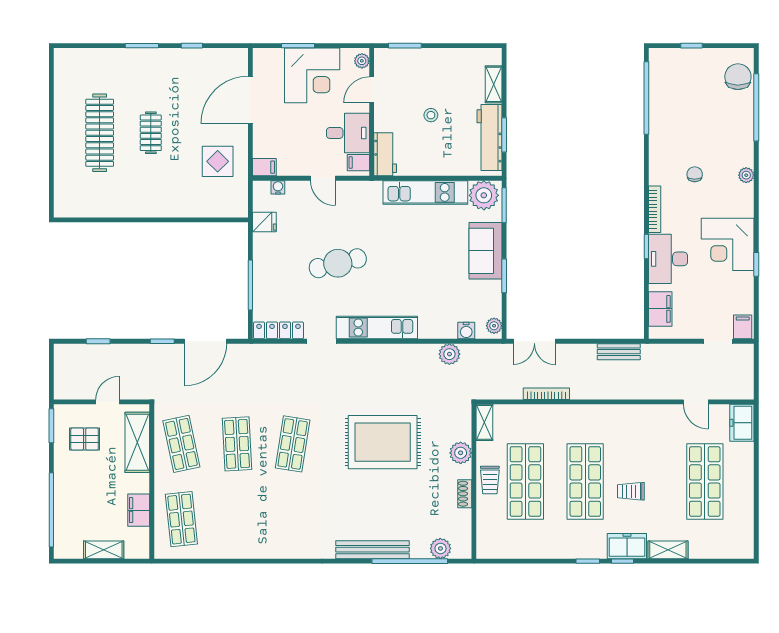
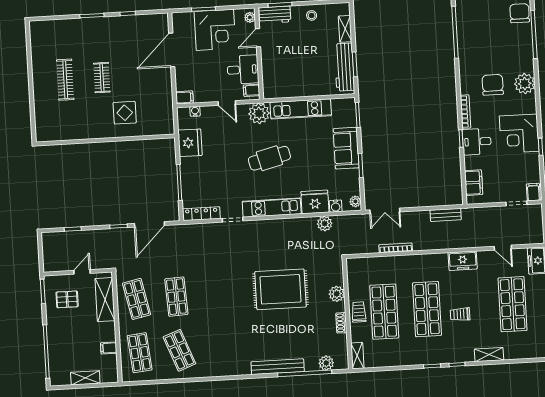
stool: (431, 115) -> (312, 15), moved
clothes rail: (100, 133) -> (65, 80), width x0.73, depth x0.76
workbench: (385, 154) -> (275, 15), moved, turned 90
display table: (218, 161) -> (125, 113), moved
chair: (695, 174) -> (493, 85), width x1.87, depth x1.87
plant: (746, 175) -> (525, 84), width x1.88, depth x1.88
plant: (484, 195) -> (259, 113), moved
fridge: (264, 222) -> (190, 143), width x1.88, depth x1.34
desk: (668, 259) -> (477, 142), width x0.73
cafe table: (338, 263) -> (269, 158), moved
fridge: (438, 323) -> (315, 202), added
shelving: (484, 422) -> (357, 356), moved
shop shelf: (293, 444) -> (179, 350), moved, turned -30
trolley: (490, 480) -> (359, 312), turned 180
filing cabinet: (139, 510) -> (109, 348), width x0.50
freezer: (627, 546) -> (463, 261), moved, turned 180

